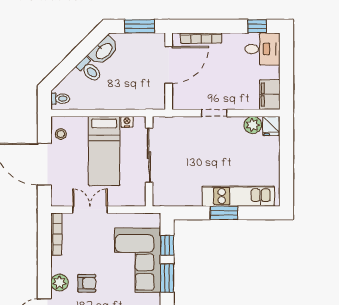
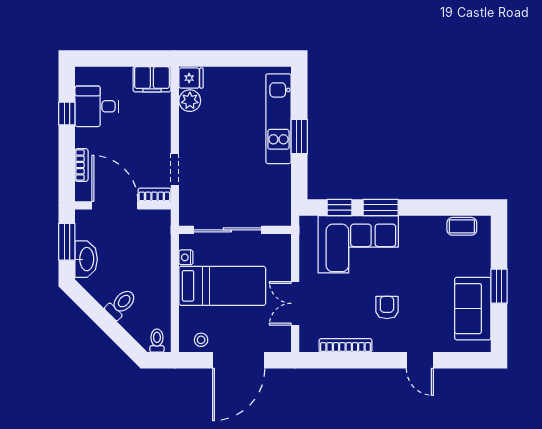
window: (257, 26) -> (67, 113), moved
bookcase: (201, 38) -> (82, 165), width x0.64
desk: (263, 49) -> (97, 106), moved, turned -90
washbasin: (104, 51) -> (86, 259), moved, turned 45
bookcase: (177, 97) -> (154, 195), added
doorway: (214, 113) -> (175, 169), moved
bookcase: (56, 234) -> (346, 345), moved
plant: (59, 283) -> (386, 341), removed

